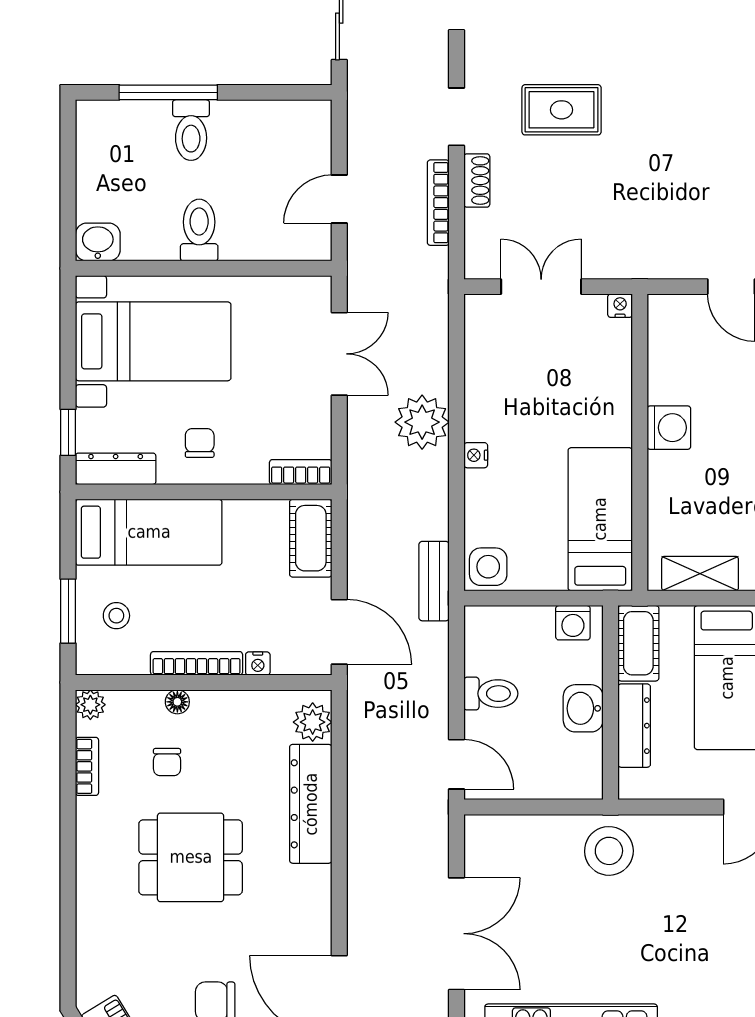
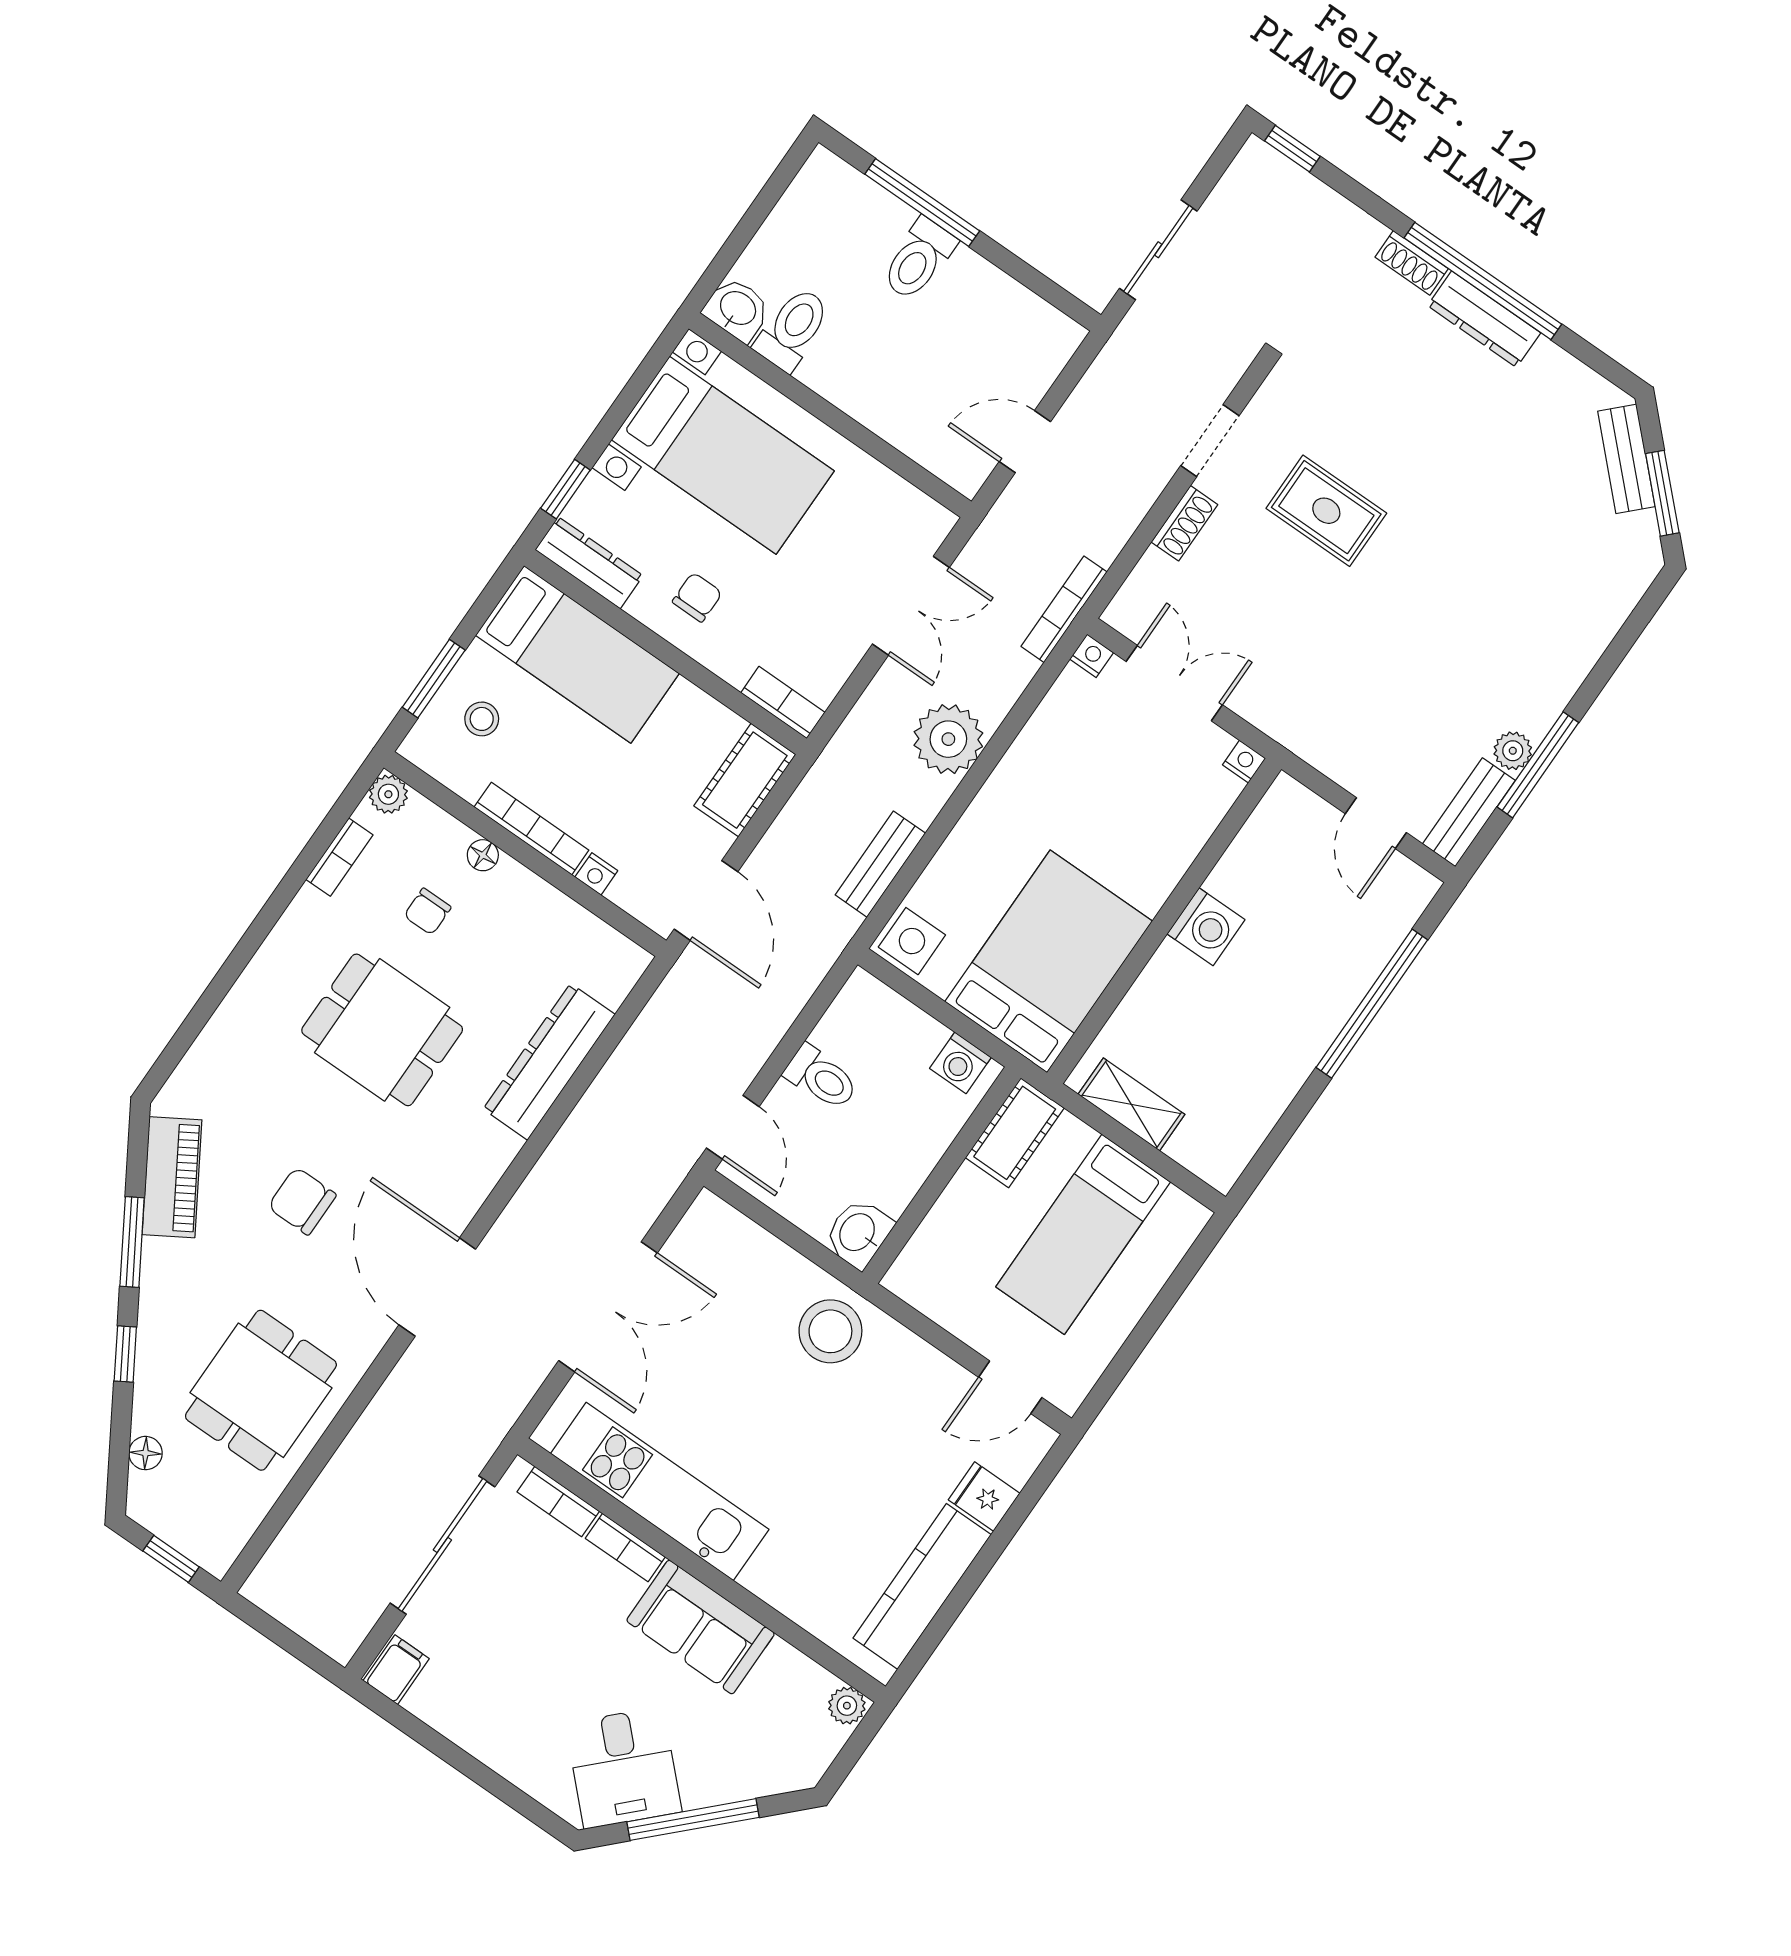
bookcase: (438, 203) -> (1064, 609), moved
toilet: (199, 230) -> (793, 329), moved
nightstand: (476, 455) -> (1092, 656), moved, turned 90
bed: (600, 519) -> (1049, 961), width x1.50
bench: (434, 581) -> (880, 864), moved
washbasin: (583, 708) -> (858, 1233), moved
plant: (313, 722) -> (611, 976), removed
dresser: (634, 726) -> (950, 1217), removed

